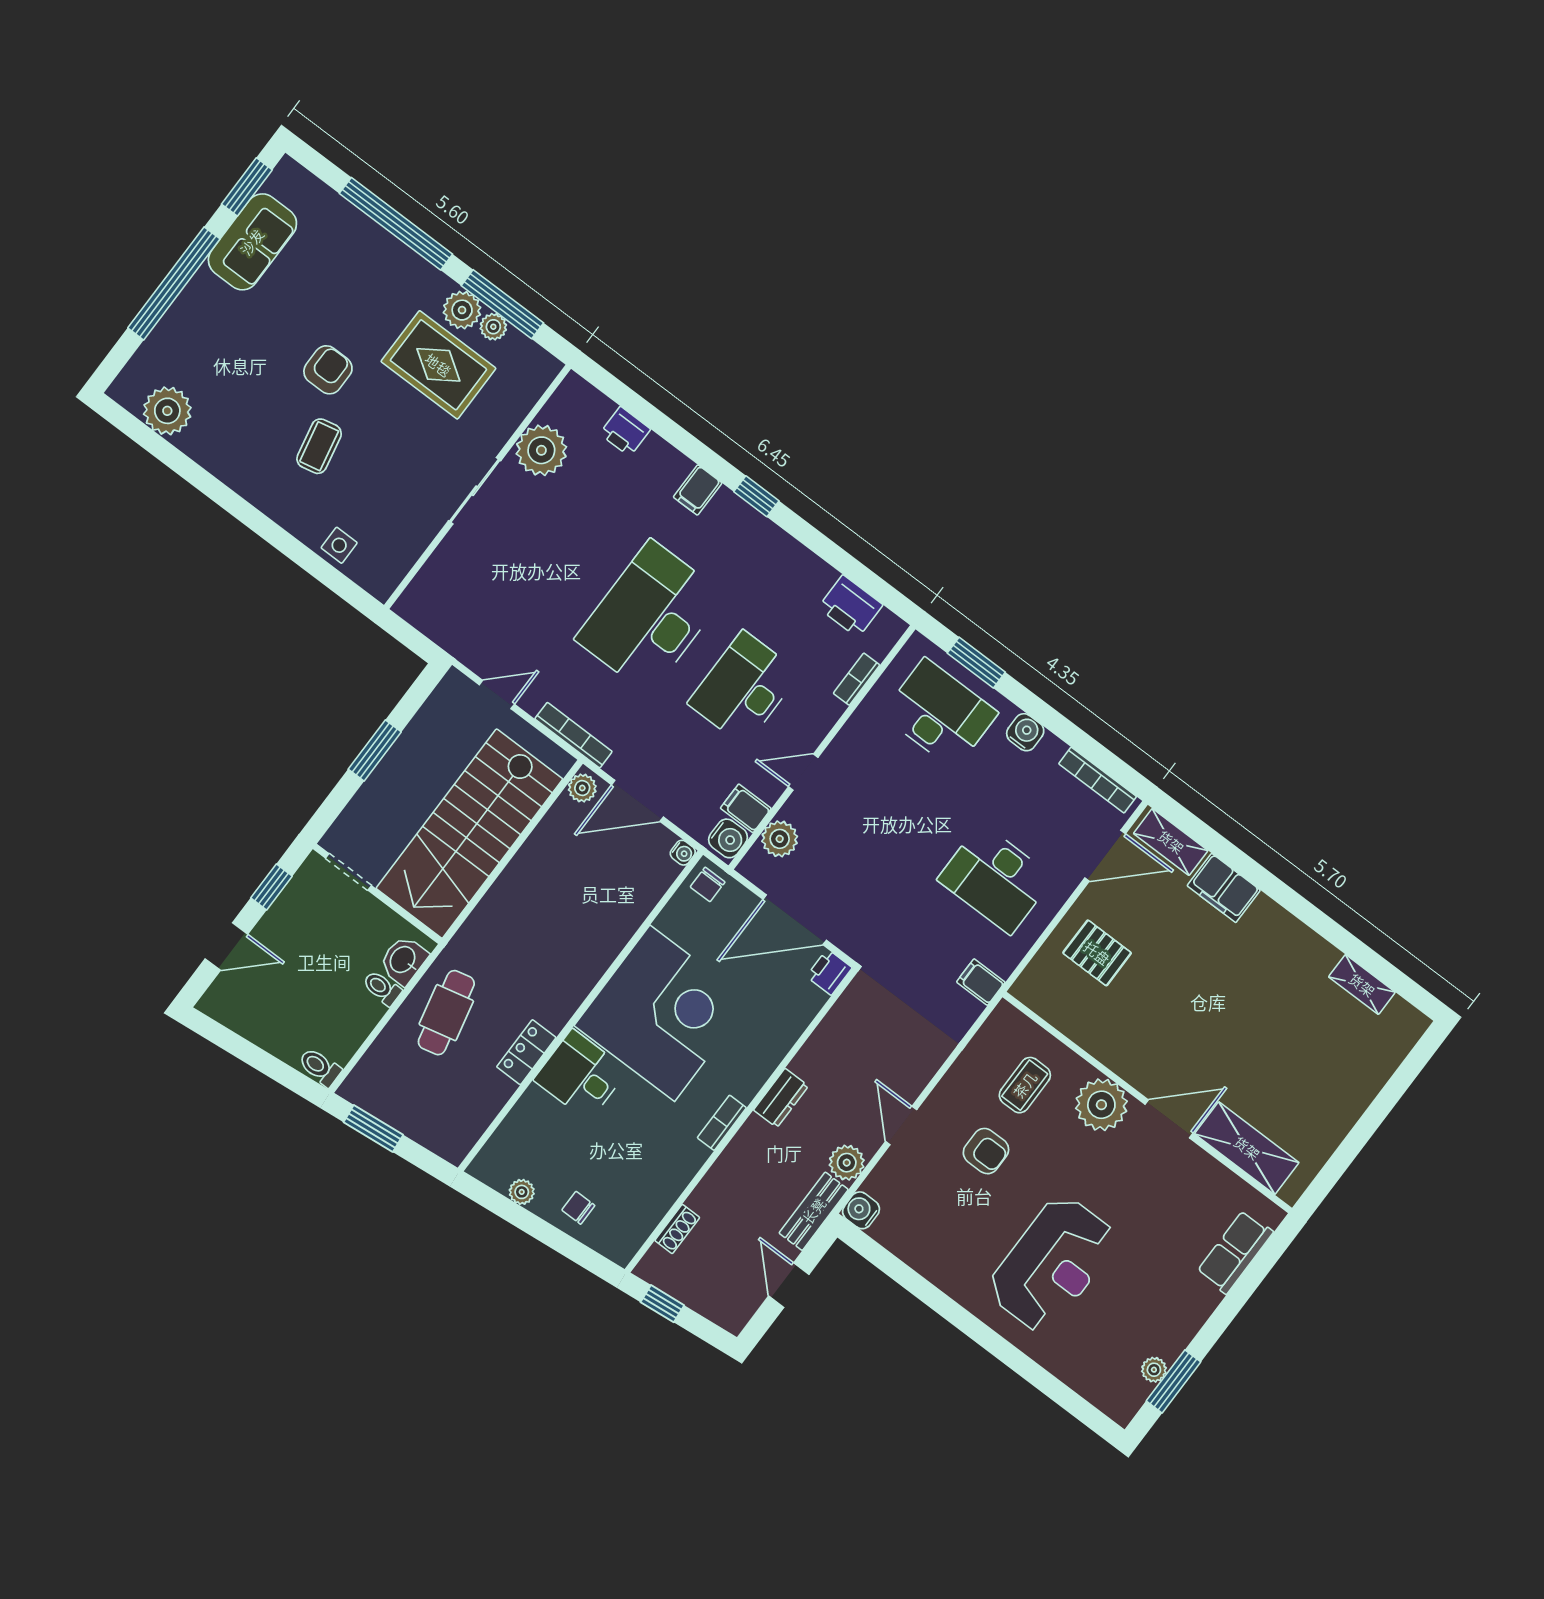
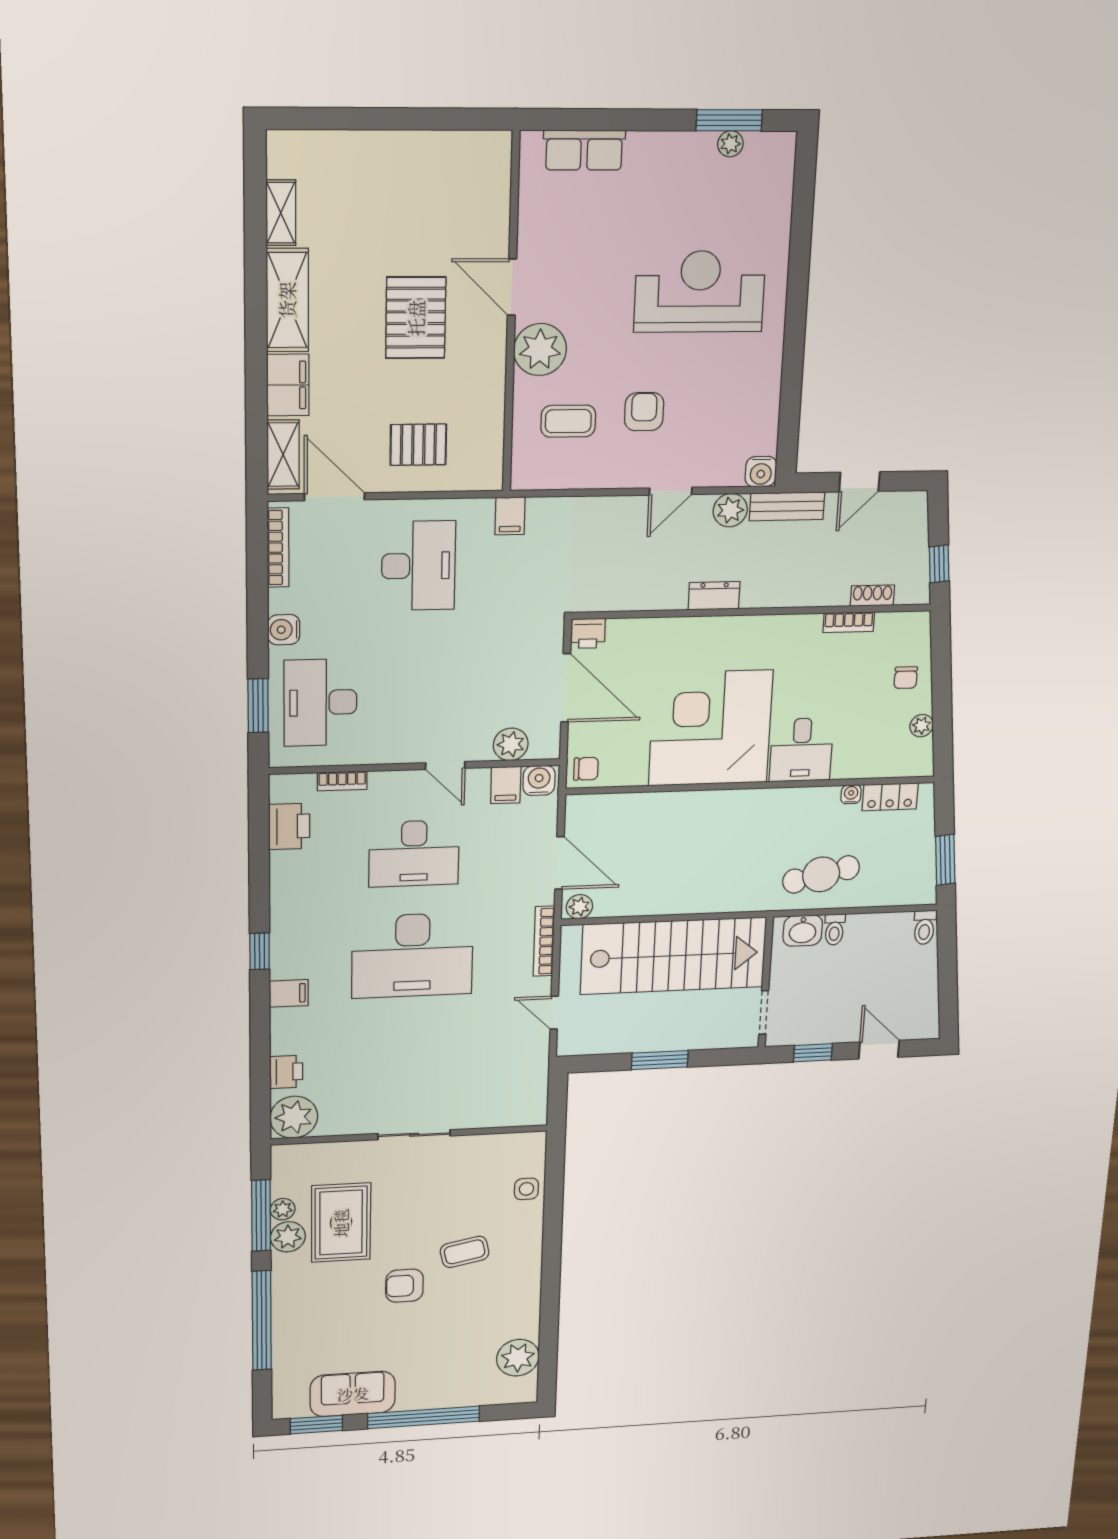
plant: (541, 450) -> (294, 1117), moved
water cooler: (683, 853) -> (851, 794), moved
pallet: (1097, 953) -> (418, 445), turned 90
pallet: (1202, 1026) -> (416, 318), added
locker: (526, 1052) -> (890, 797), moved
bookcase: (722, 1123) -> (849, 622), moved
shelving: (1247, 1148) -> (287, 300), moved

